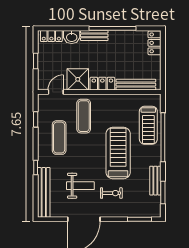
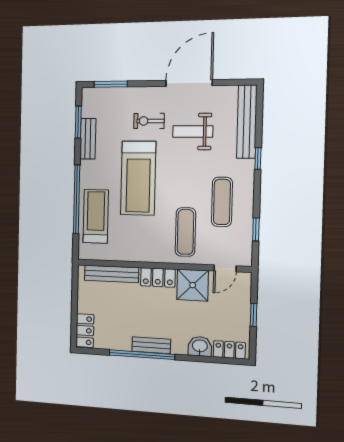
bench: (94, 35) -> (151, 345), moved

